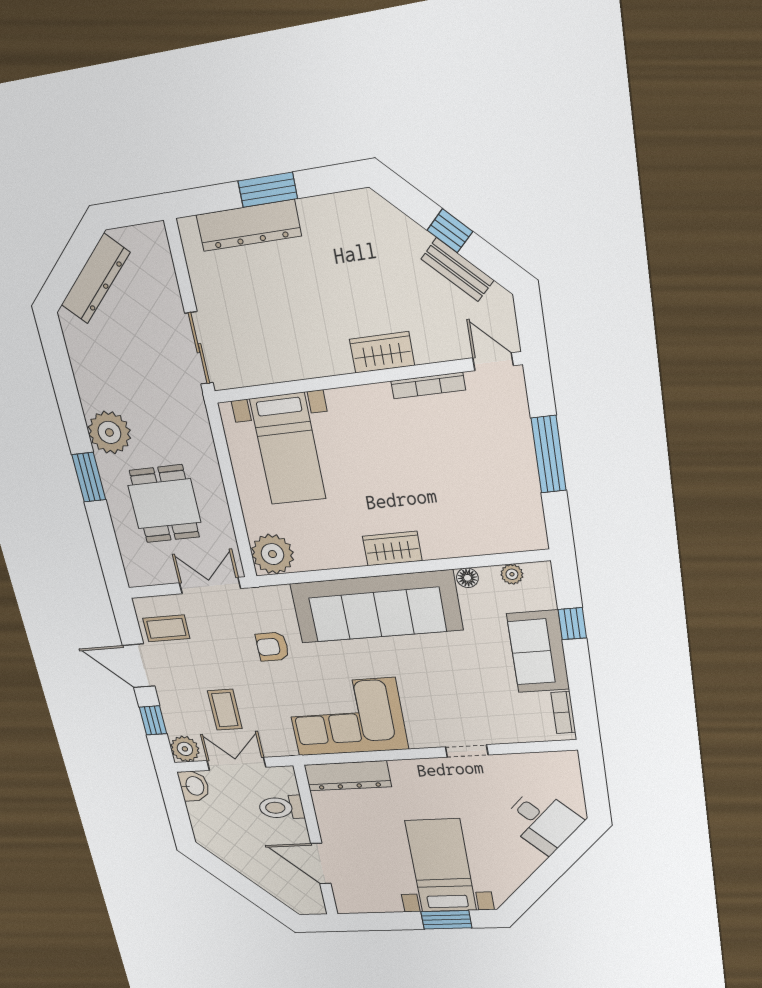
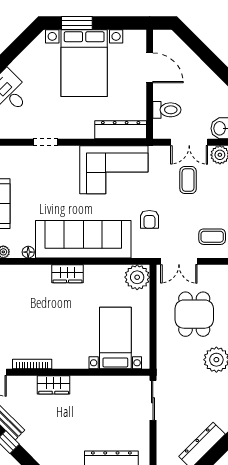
armchair: (272, 647) -> (149, 219), turned 90
bed with nightstands: (441, 866) -> (84, 63), width x1.36

